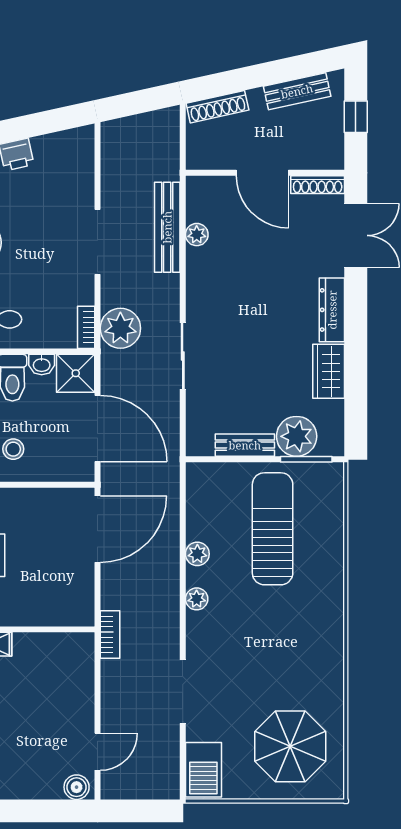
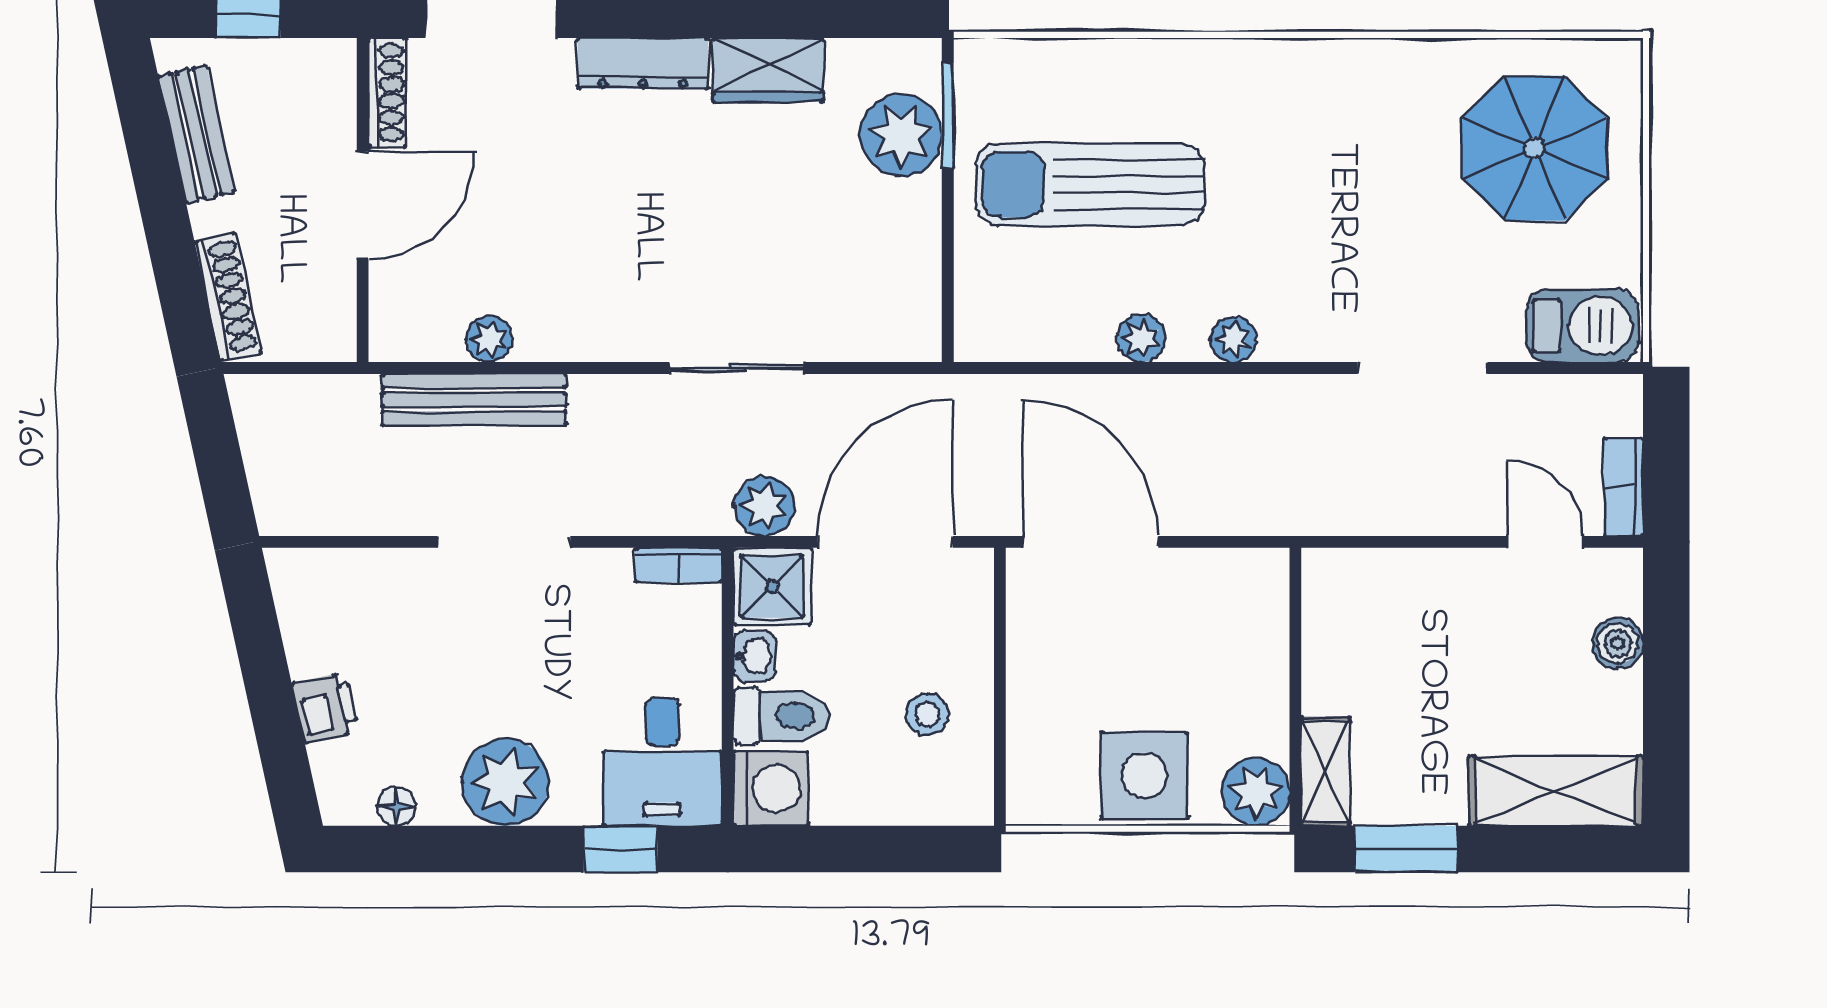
plant: (120, 328) -> (765, 506), moved, width x0.73, depth x0.73
bench: (245, 445) -> (919, 241), removed
bookcase: (110, 634) -> (1623, 487), moved, turned -90
boiler: (77, 787) -> (1618, 643), moved

